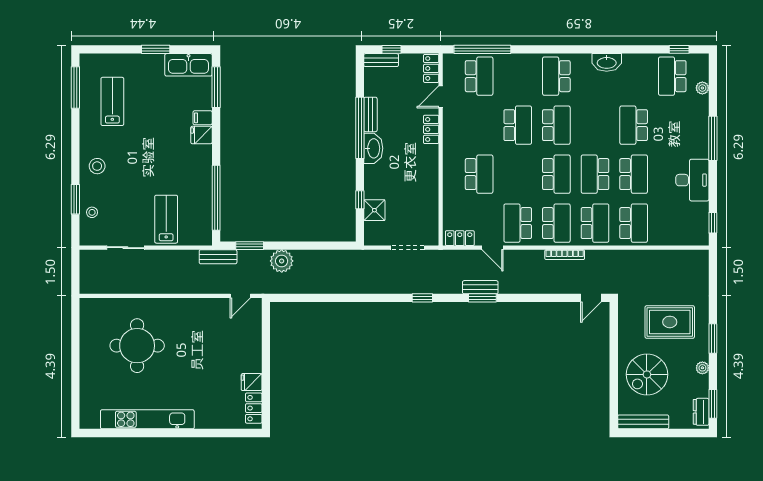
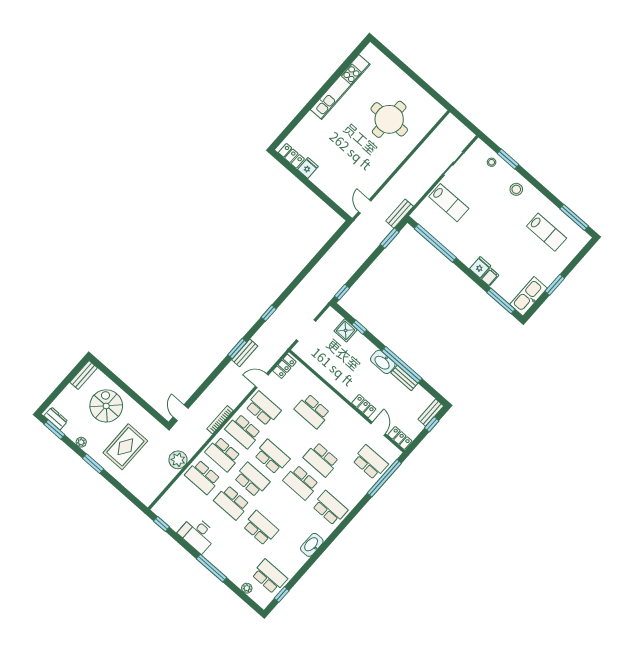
school desk: (479, 76) -> (370, 462), turned 180
school desk: (556, 174) -> (272, 457), turned 180
window: (341, 246) -> (342, 292), added
plant: (282, 261) -> (178, 460), moved
bench: (643, 422) -> (84, 375), width x0.73

